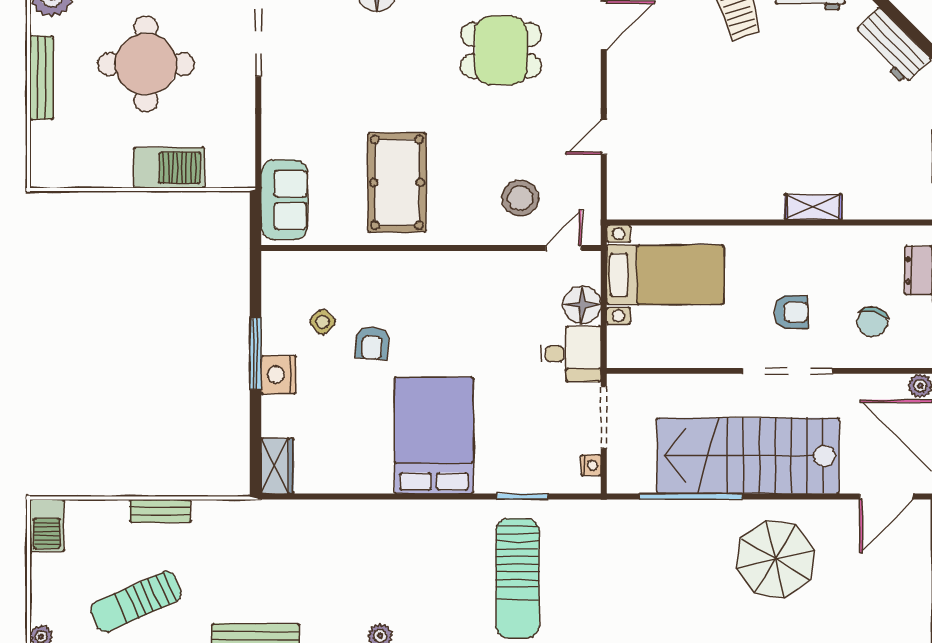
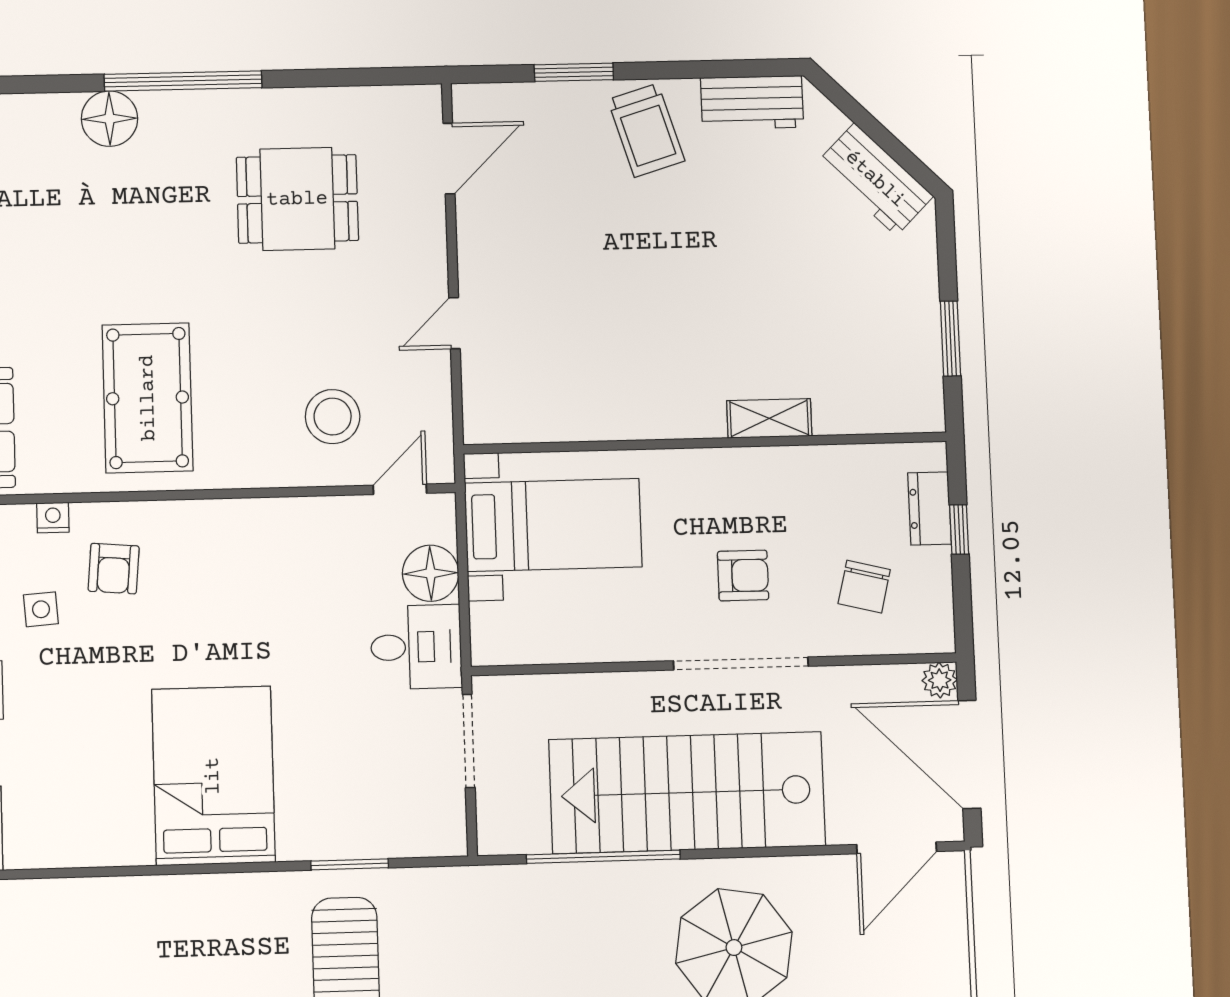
side table: (323, 322) -> (41, 609), turned 38
armchair: (372, 343) -> (114, 569), moved
nightstand: (591, 465) -> (53, 518), moved, turned -90

